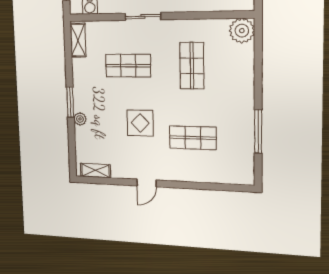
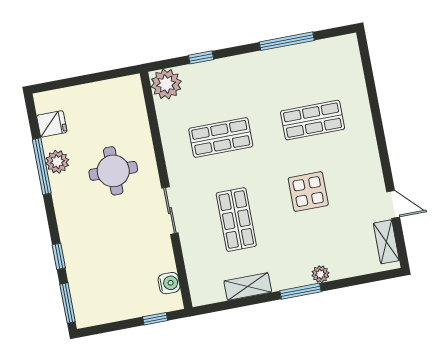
shelving: (78, 40) -> (248, 287), moved
window: (258, 62) -> (201, 57), added
shop shelf: (193, 138) -> (313, 120), turned 90
door: (147, 183) -> (393, 204), moved

